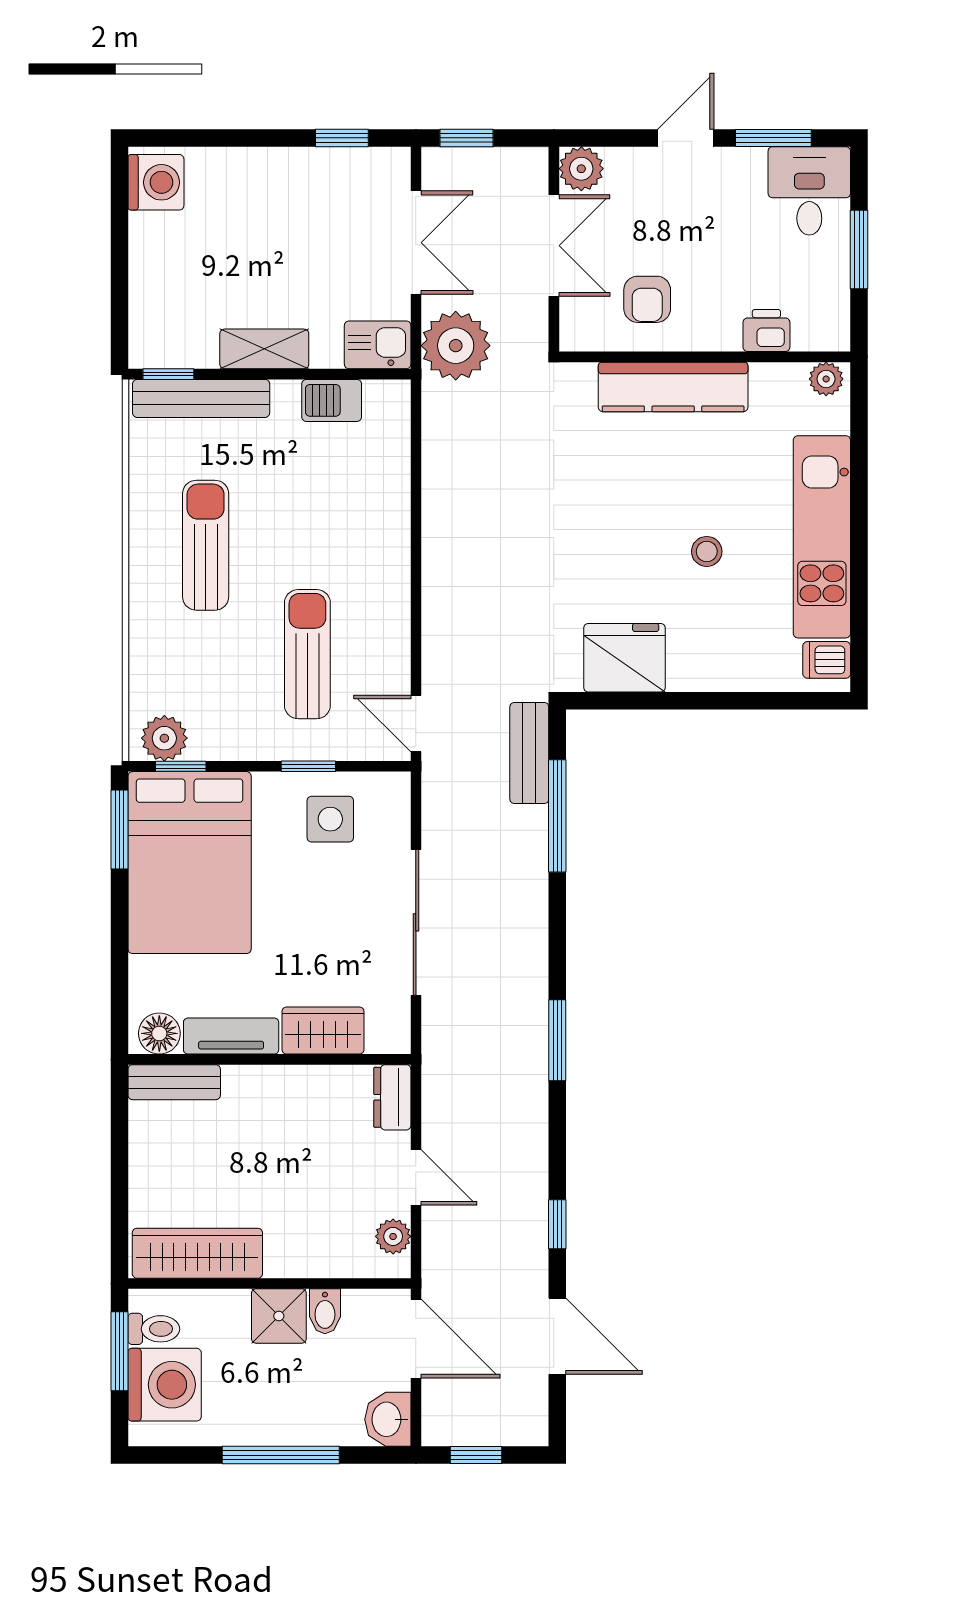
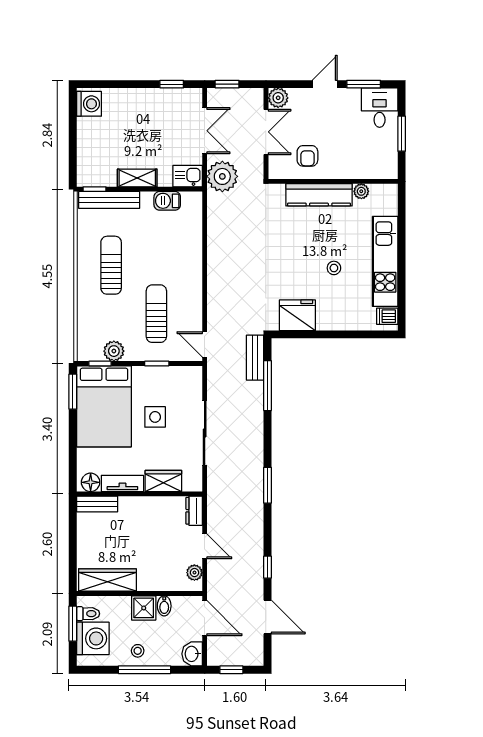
printer: (766, 330) -> (360, 170), removed
plant: (826, 379) -> (361, 191), moved
plant: (164, 738) -> (114, 351), moved
side table: (330, 819) -> (155, 417), moved
stool: (265, 1412) -> (138, 651), added

